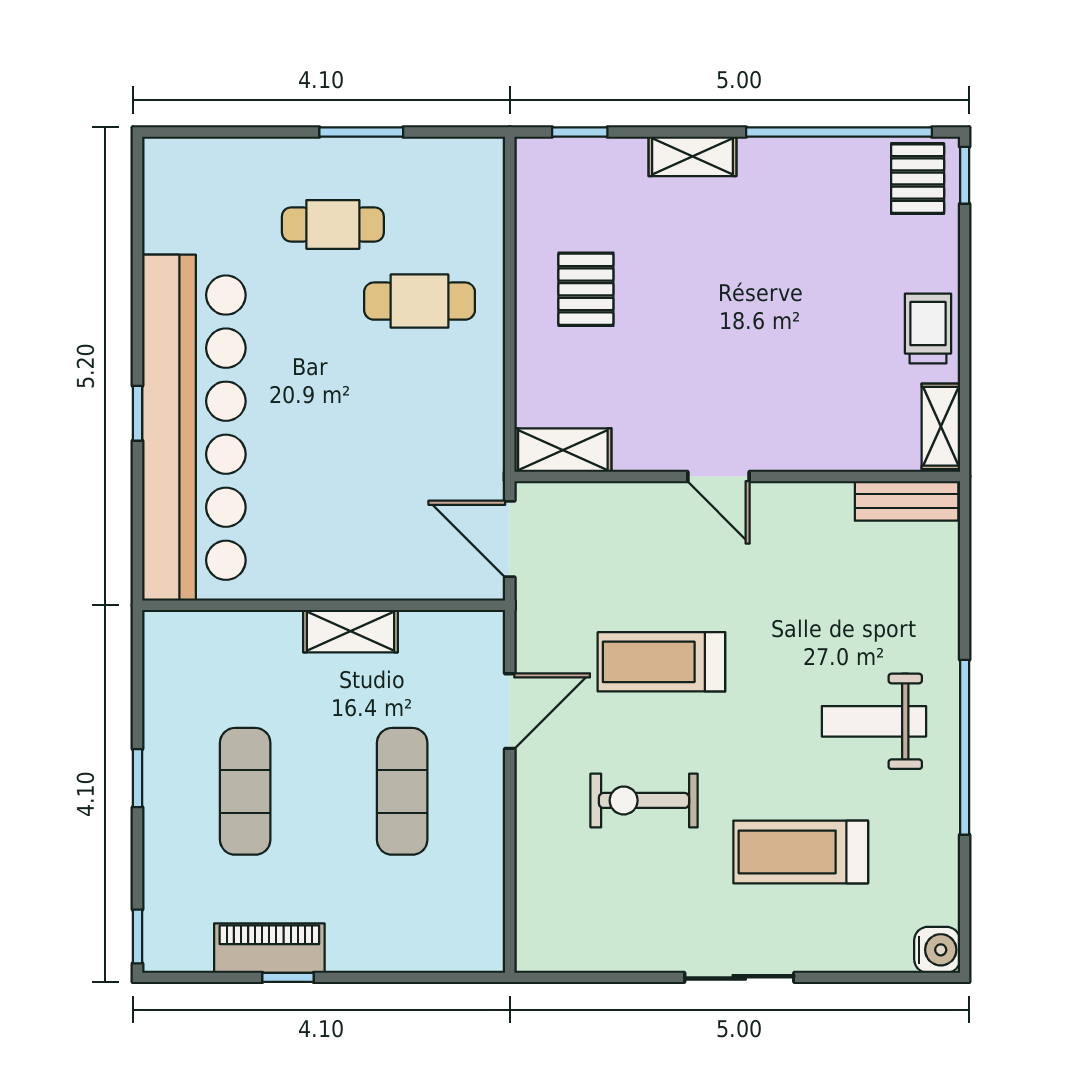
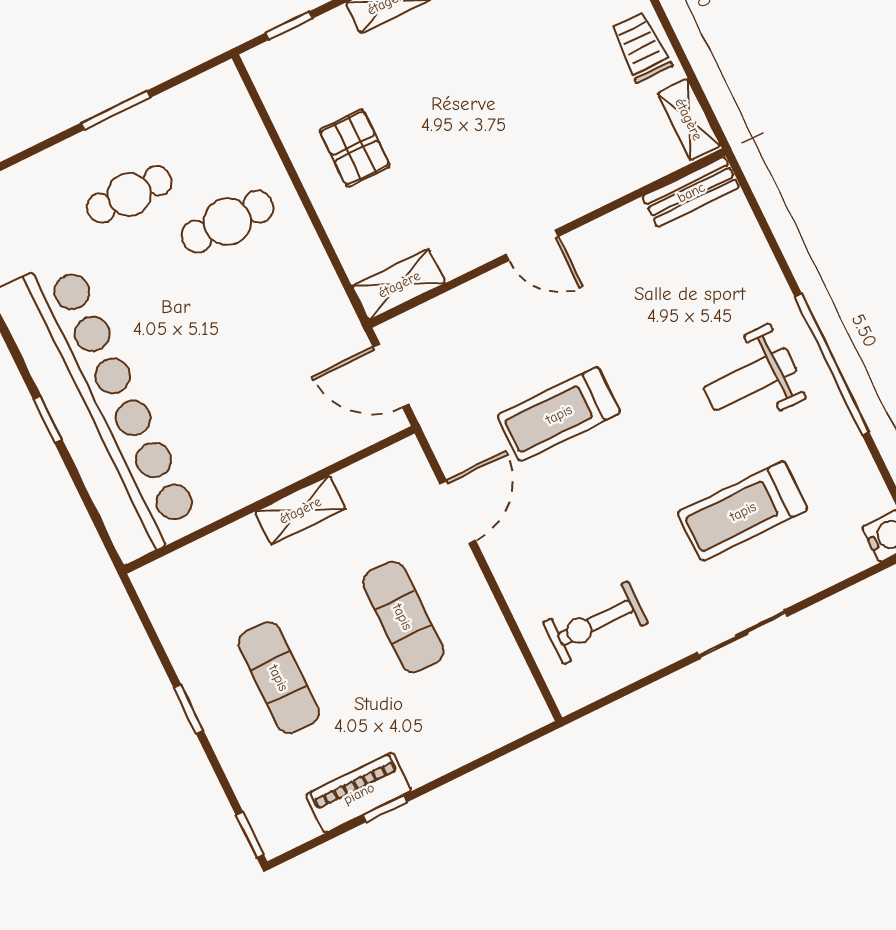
exercise bike: (644, 800) -> (595, 623), moved

